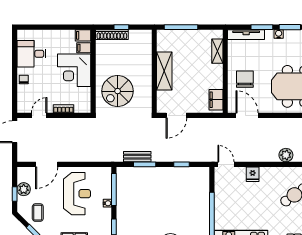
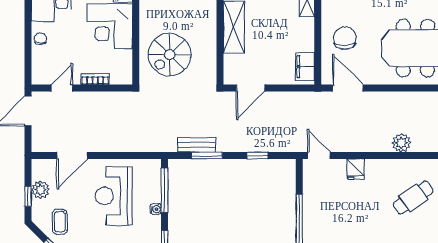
reception desk: (77, 194) -> (114, 196), turned 180

